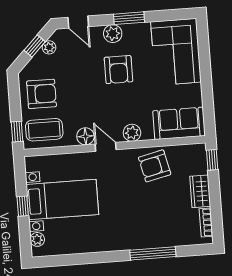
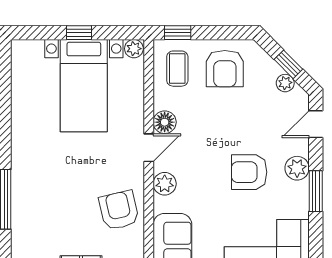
coffee table: (44, 130) -> (177, 69), width x0.73, depth x0.77
plant: (37, 239) -> (134, 49), moved

